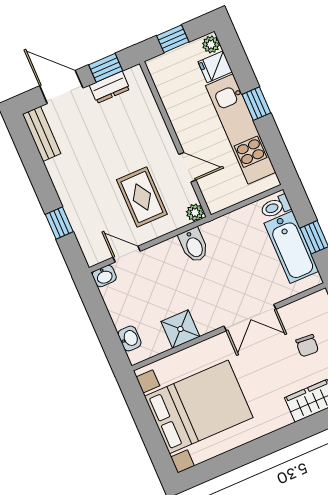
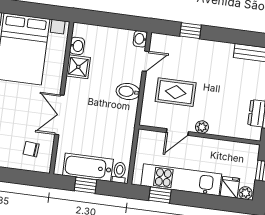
window: (256, 104) -> (160, 195), moved
plant: (195, 213) -> (202, 127), moved
bidet: (194, 245) -> (128, 92), moved
washbasin: (130, 338) -> (77, 46), moved, turned -90
chair: (307, 346) -> (31, 149), moved

